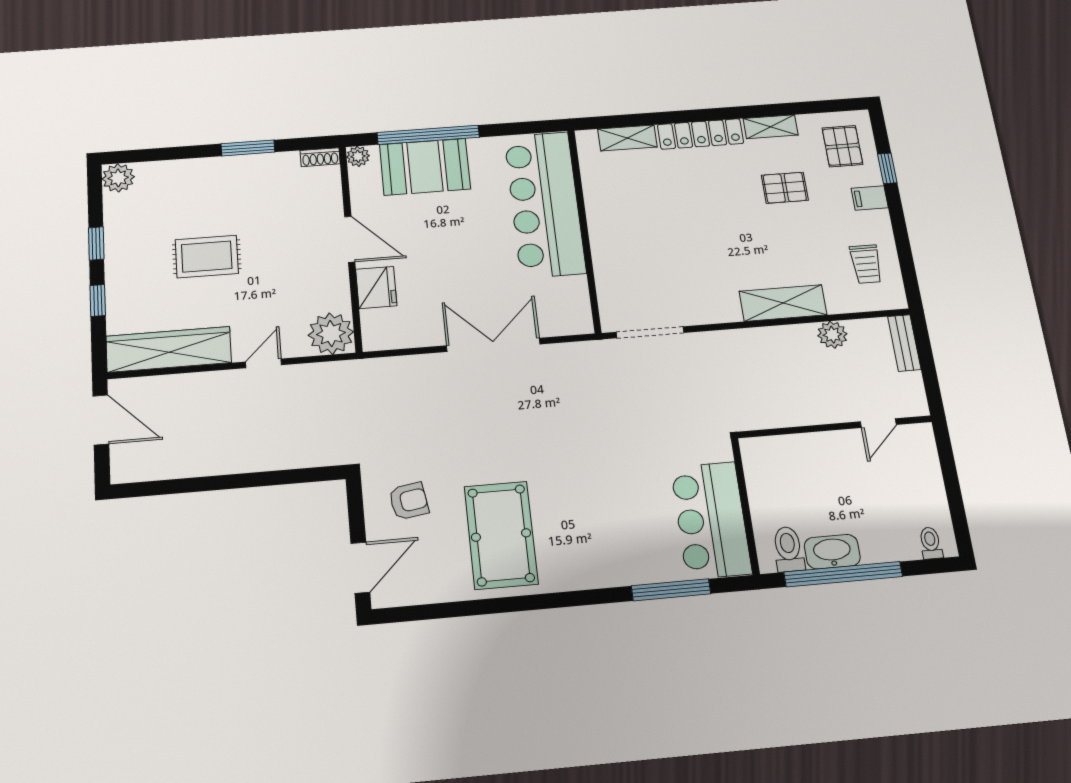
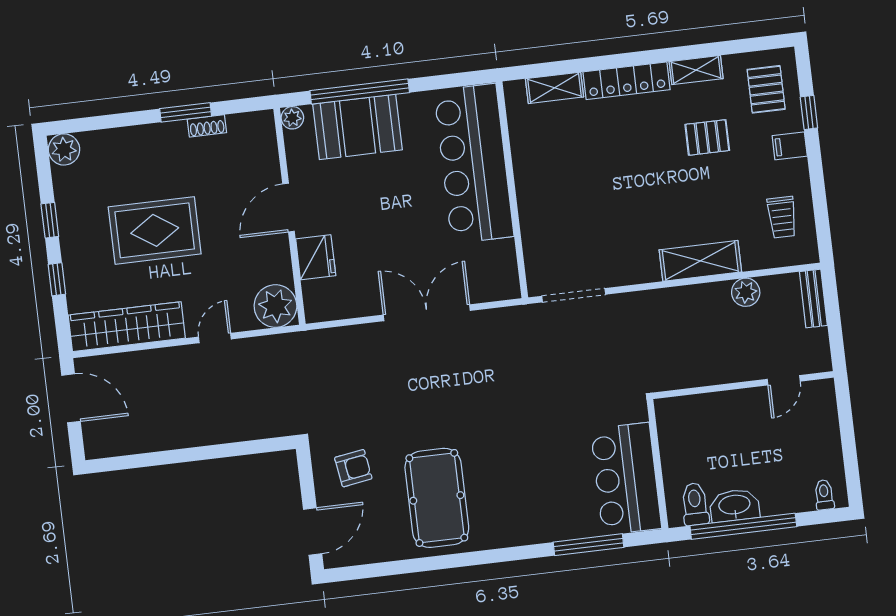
shoe rack: (320, 157) -> (207, 126), moved
door: (350, 239) -> (289, 208), swing flipped
rug: (207, 257) -> (155, 230), width x1.36, depth x1.43

